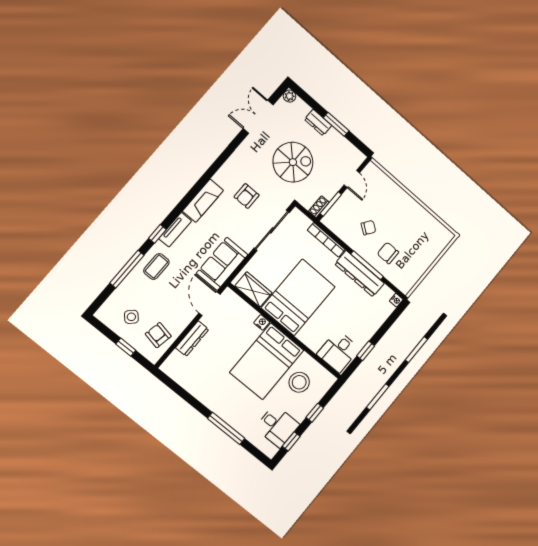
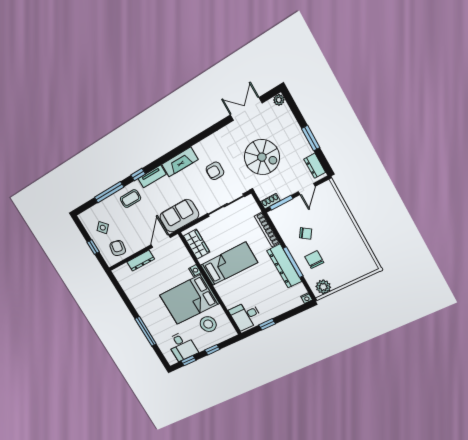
dresser: (318, 122) -> (315, 166), moved
plant: (409, 280) -> (323, 287), added
bed: (298, 297) -> (229, 264), width x0.67

